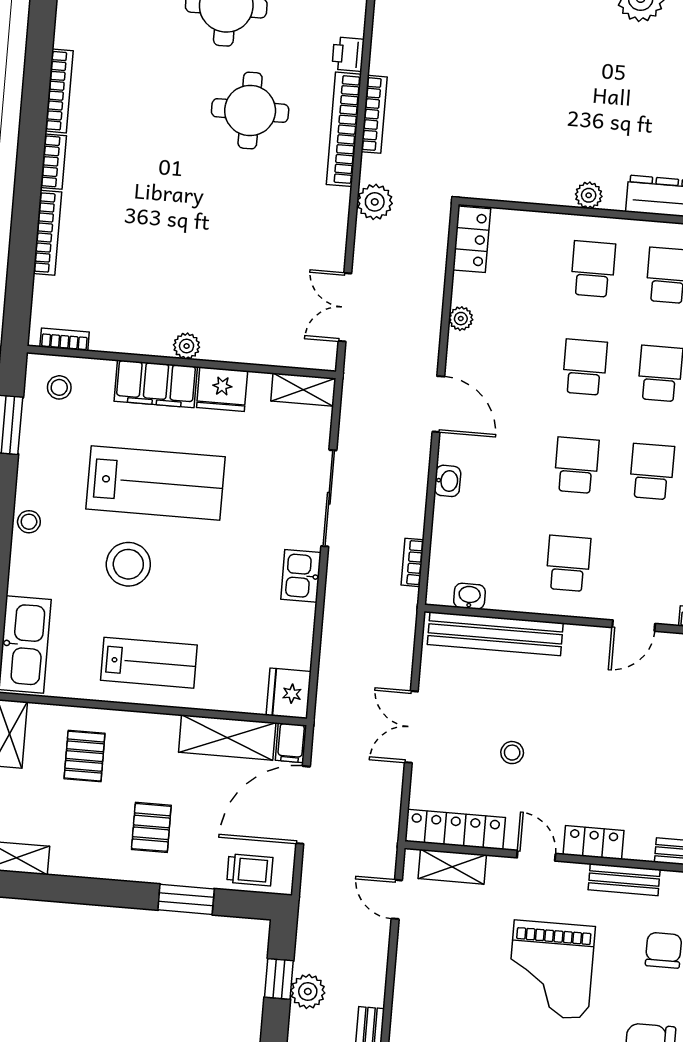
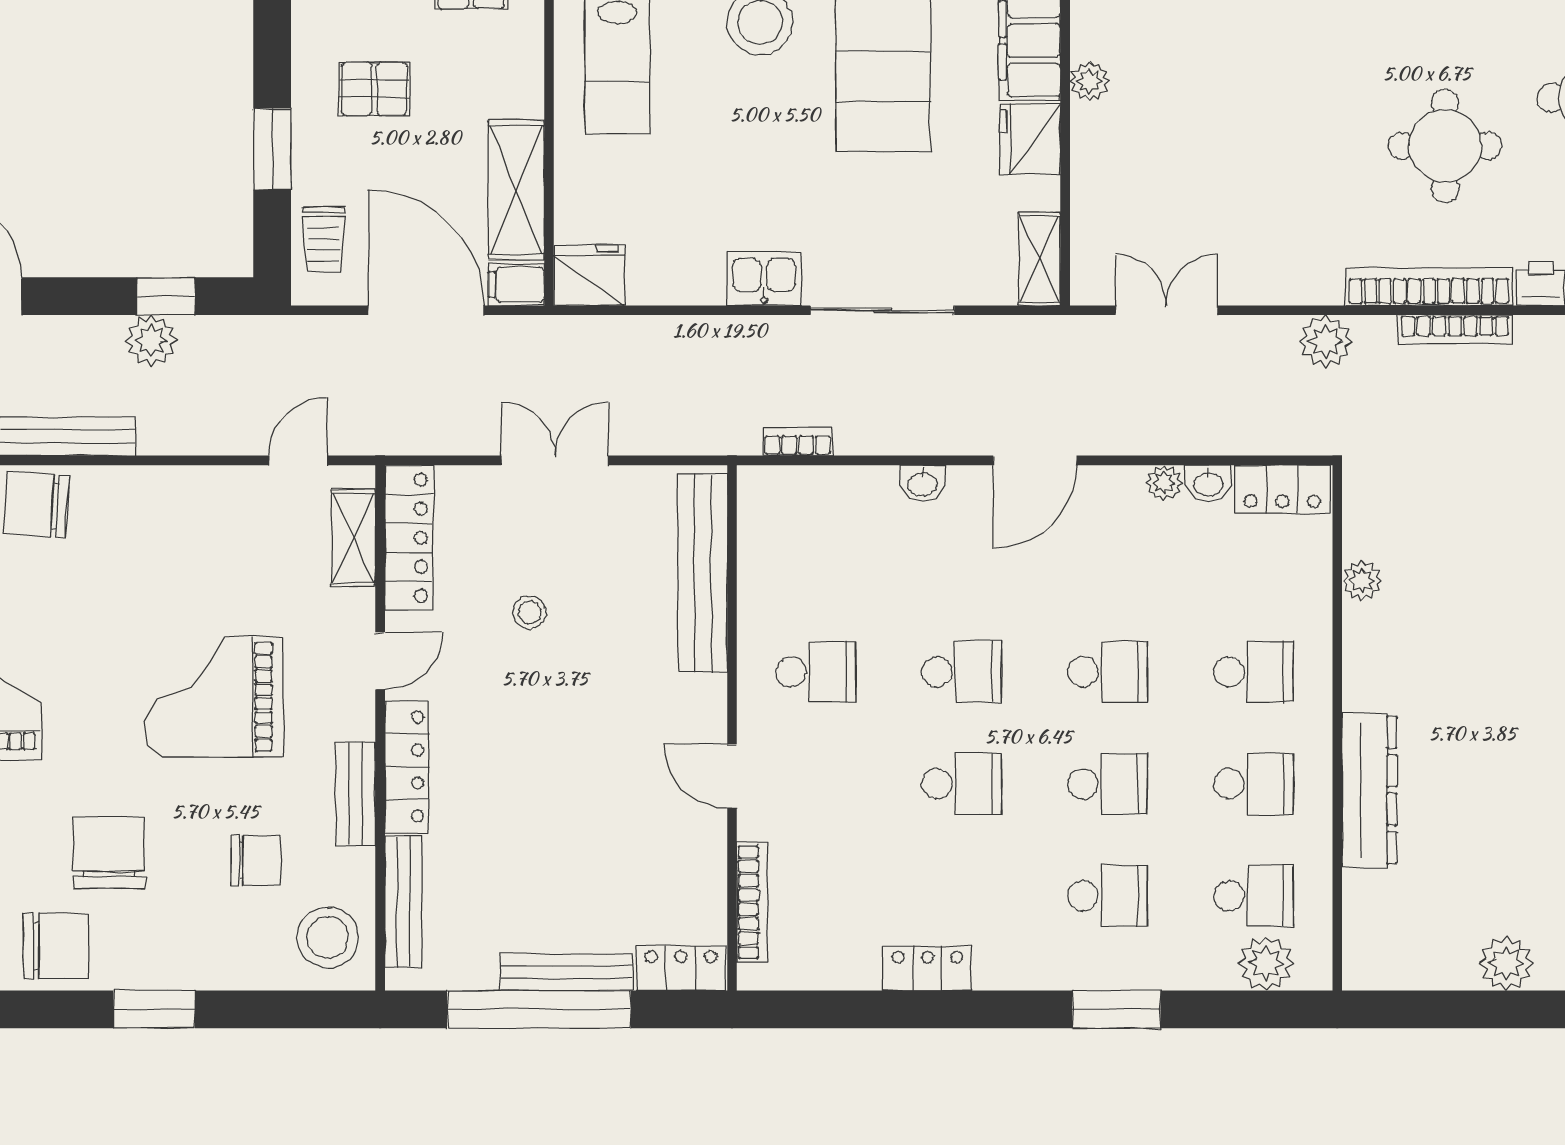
plant: (589, 195) -> (1362, 581), moved
washbasin: (469, 596) -> (1208, 483), moved, turned 90
locker: (594, 843) -> (407, 767), width x1.53

